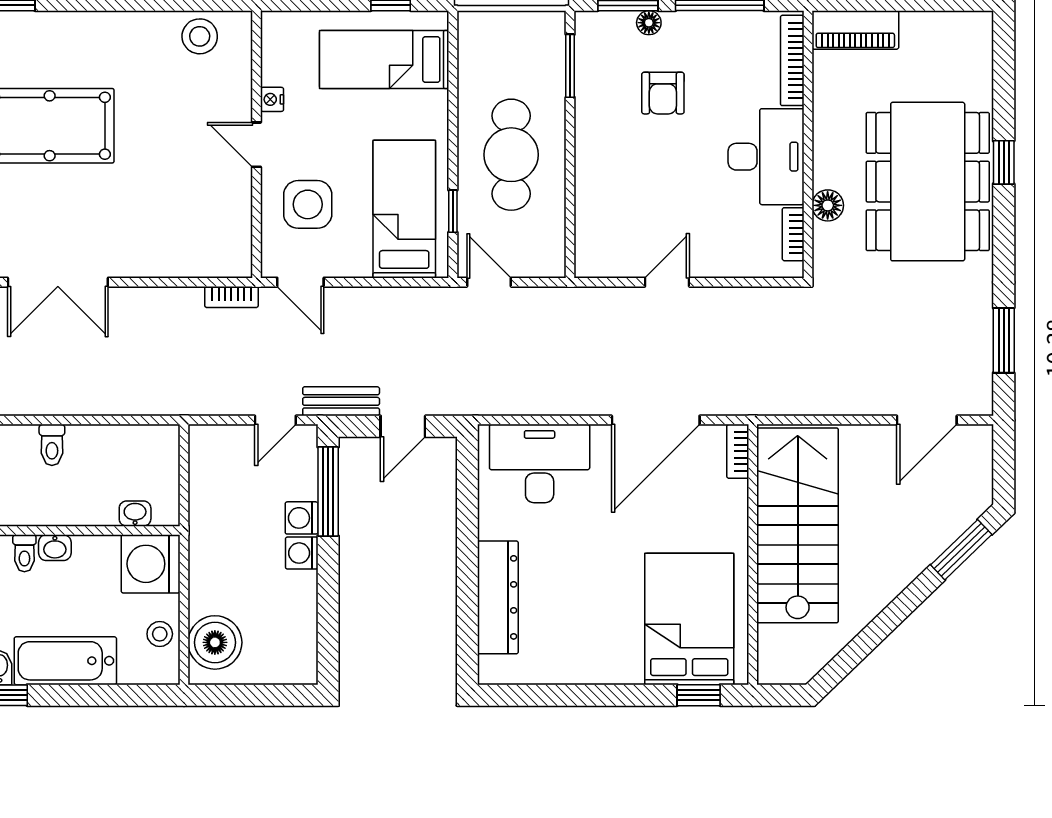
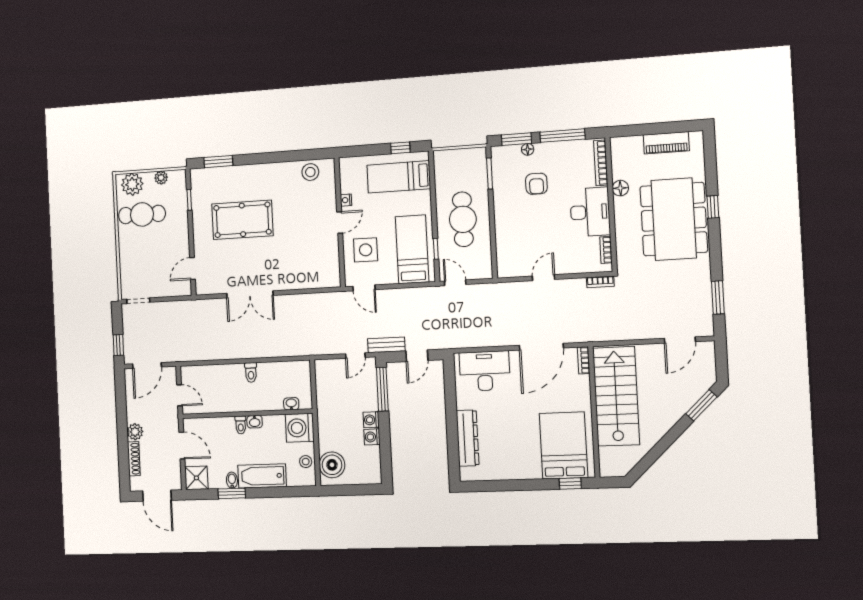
piano: (855, 30) -> (666, 143), moved
door: (256, 145) -> (340, 222), swing flipped
floor lamp: (828, 205) -> (620, 188), moved
bookcase: (231, 297) -> (600, 282), moved
washing machine: (302, 518) -> (372, 437), moved

